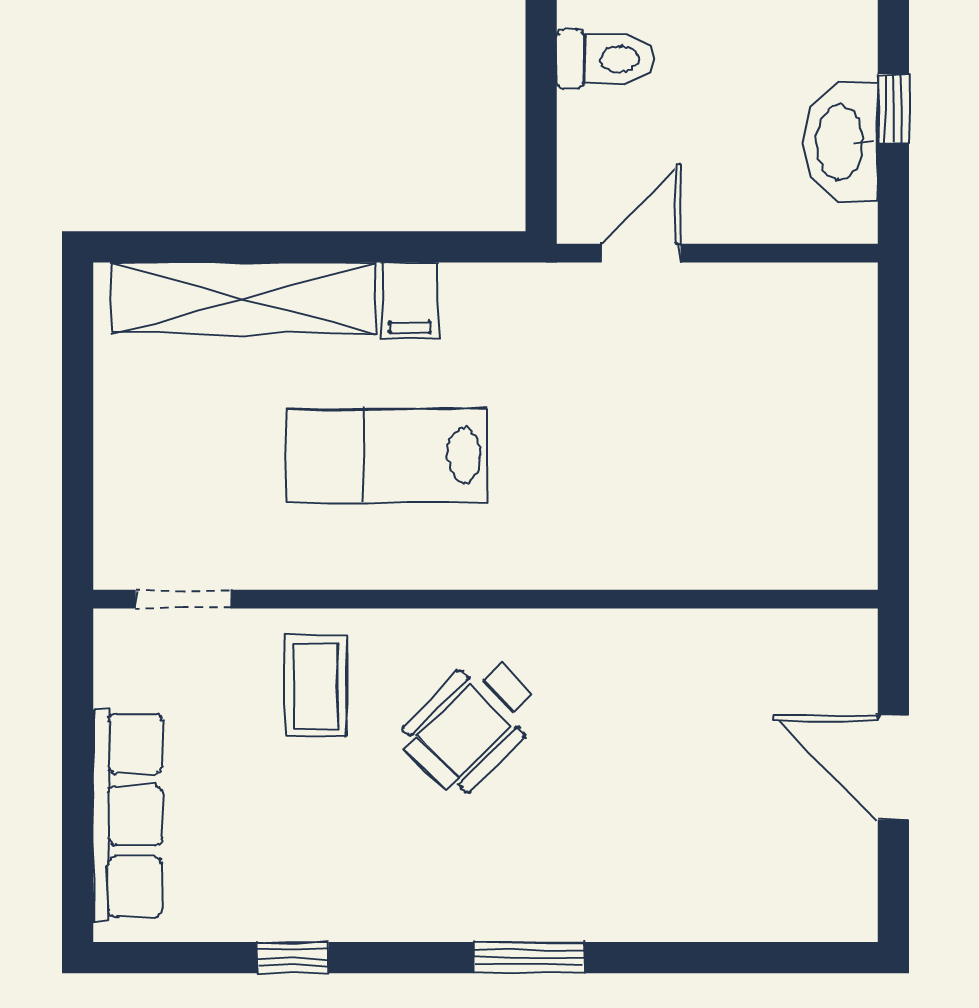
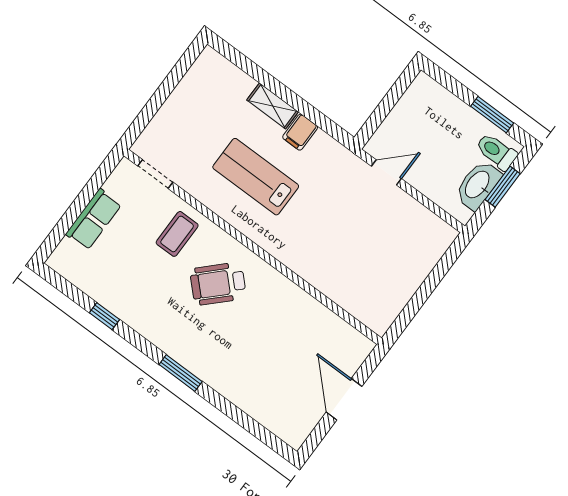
toilet: (606, 59) -> (496, 152), moved, turned 180
window: (893, 109) -> (503, 187), width x1.50
shelving: (244, 298) -> (273, 106), width x0.45, depth x0.75
row of seats: (128, 815) -> (94, 219), width x0.68

